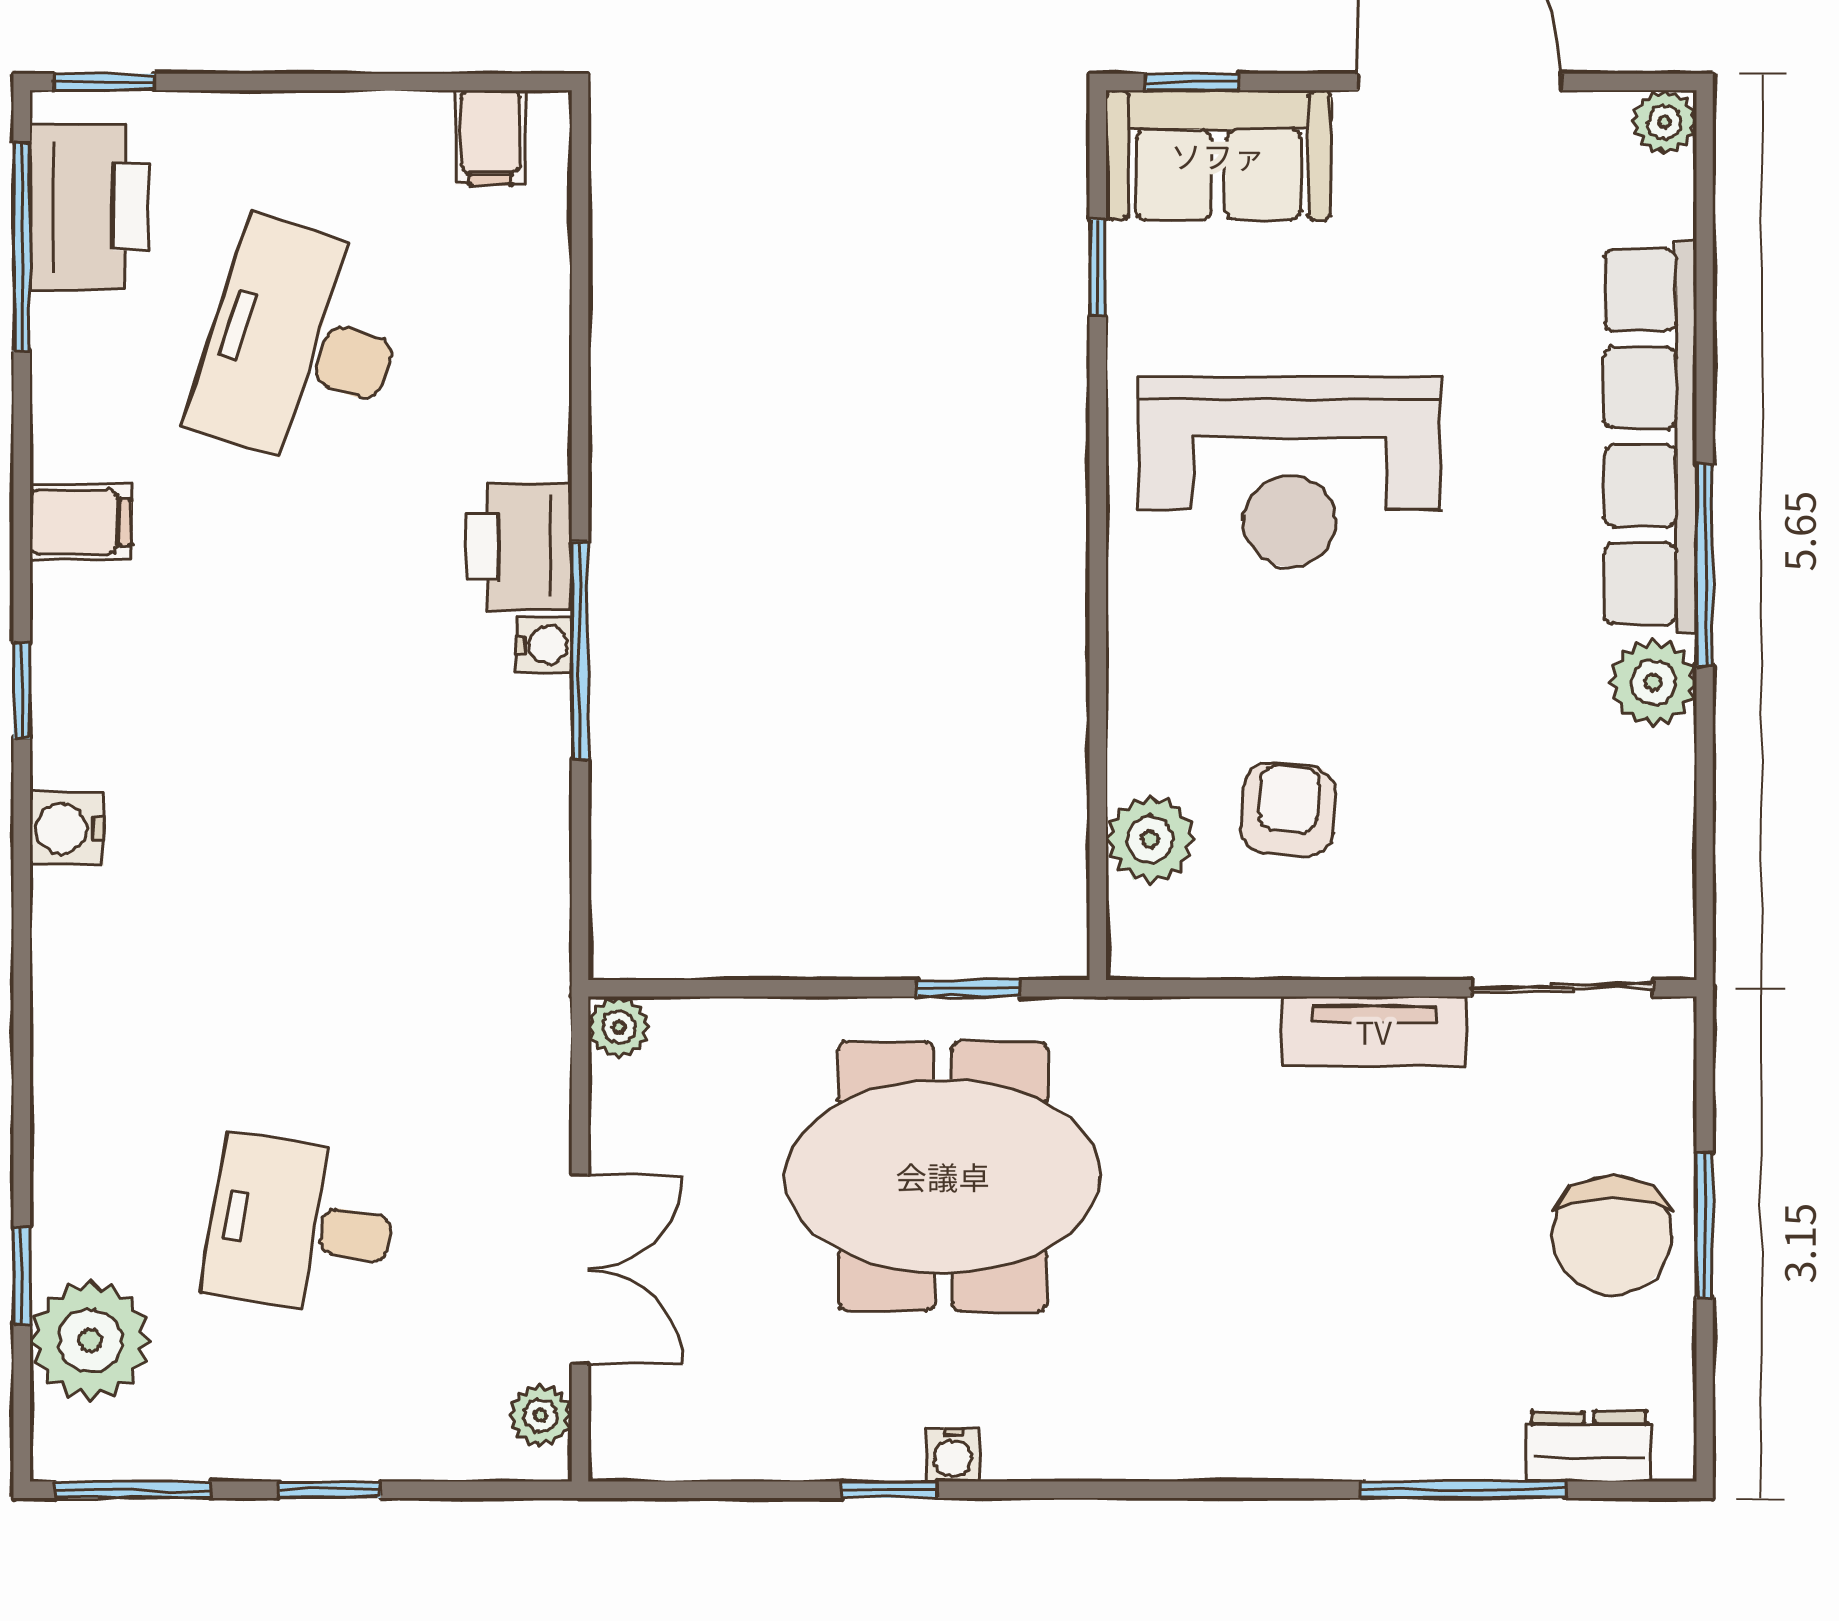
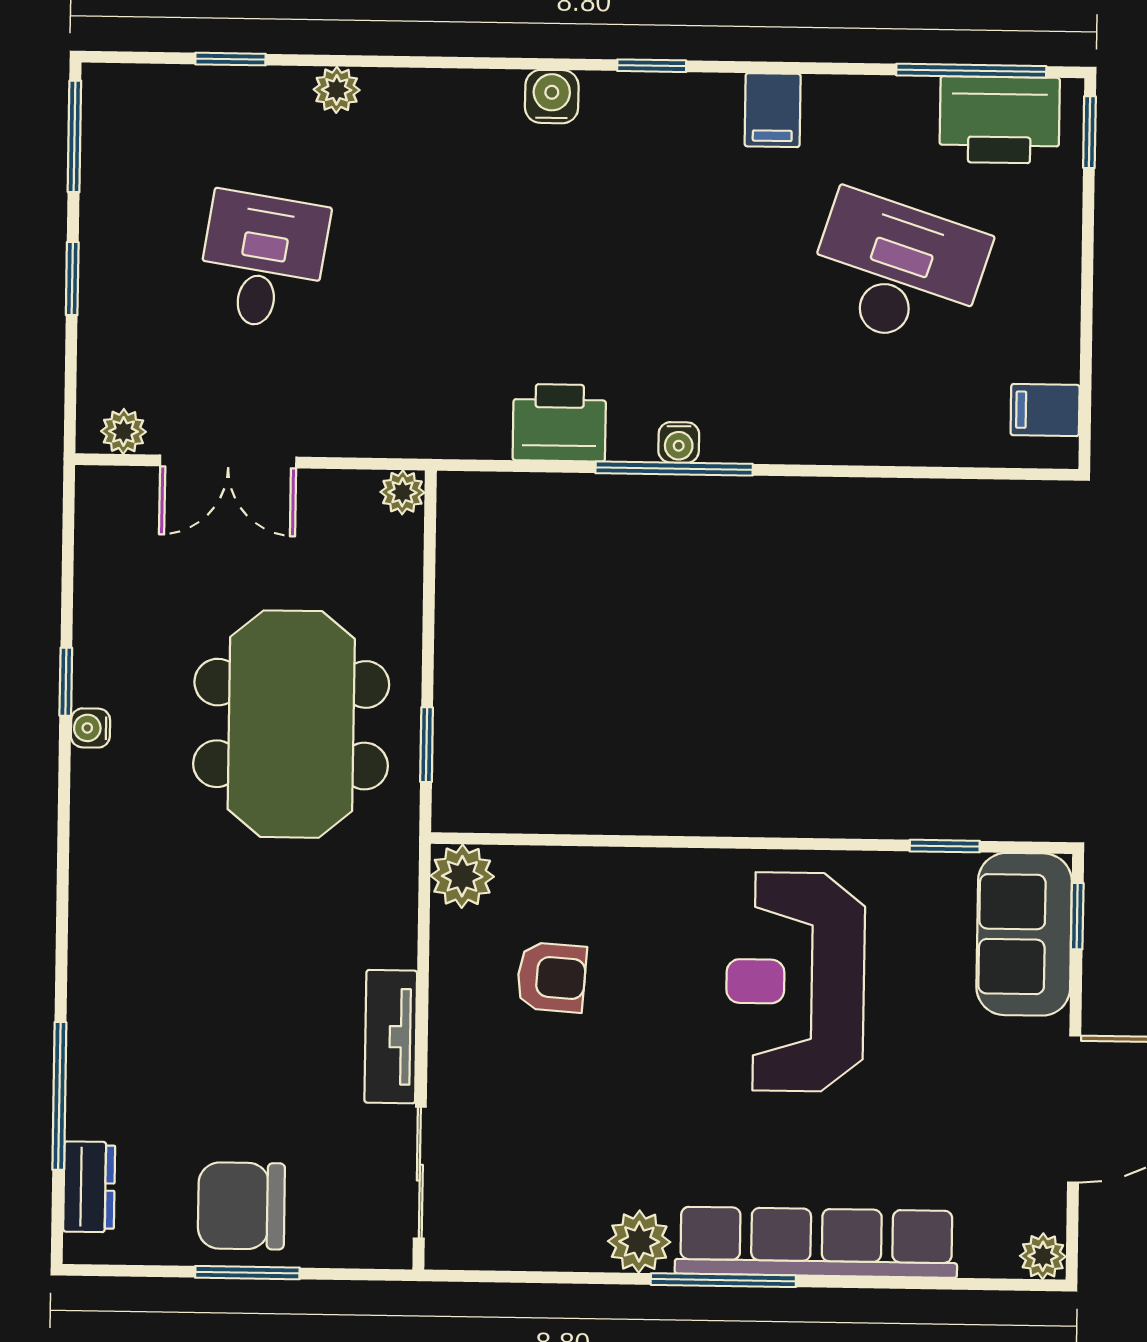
printer: (519, 546) -> (559, 423), moved
plant: (1150, 839) -> (462, 876), moved
plant: (90, 1340) -> (337, 90), moved, width x0.53, depth x0.53

